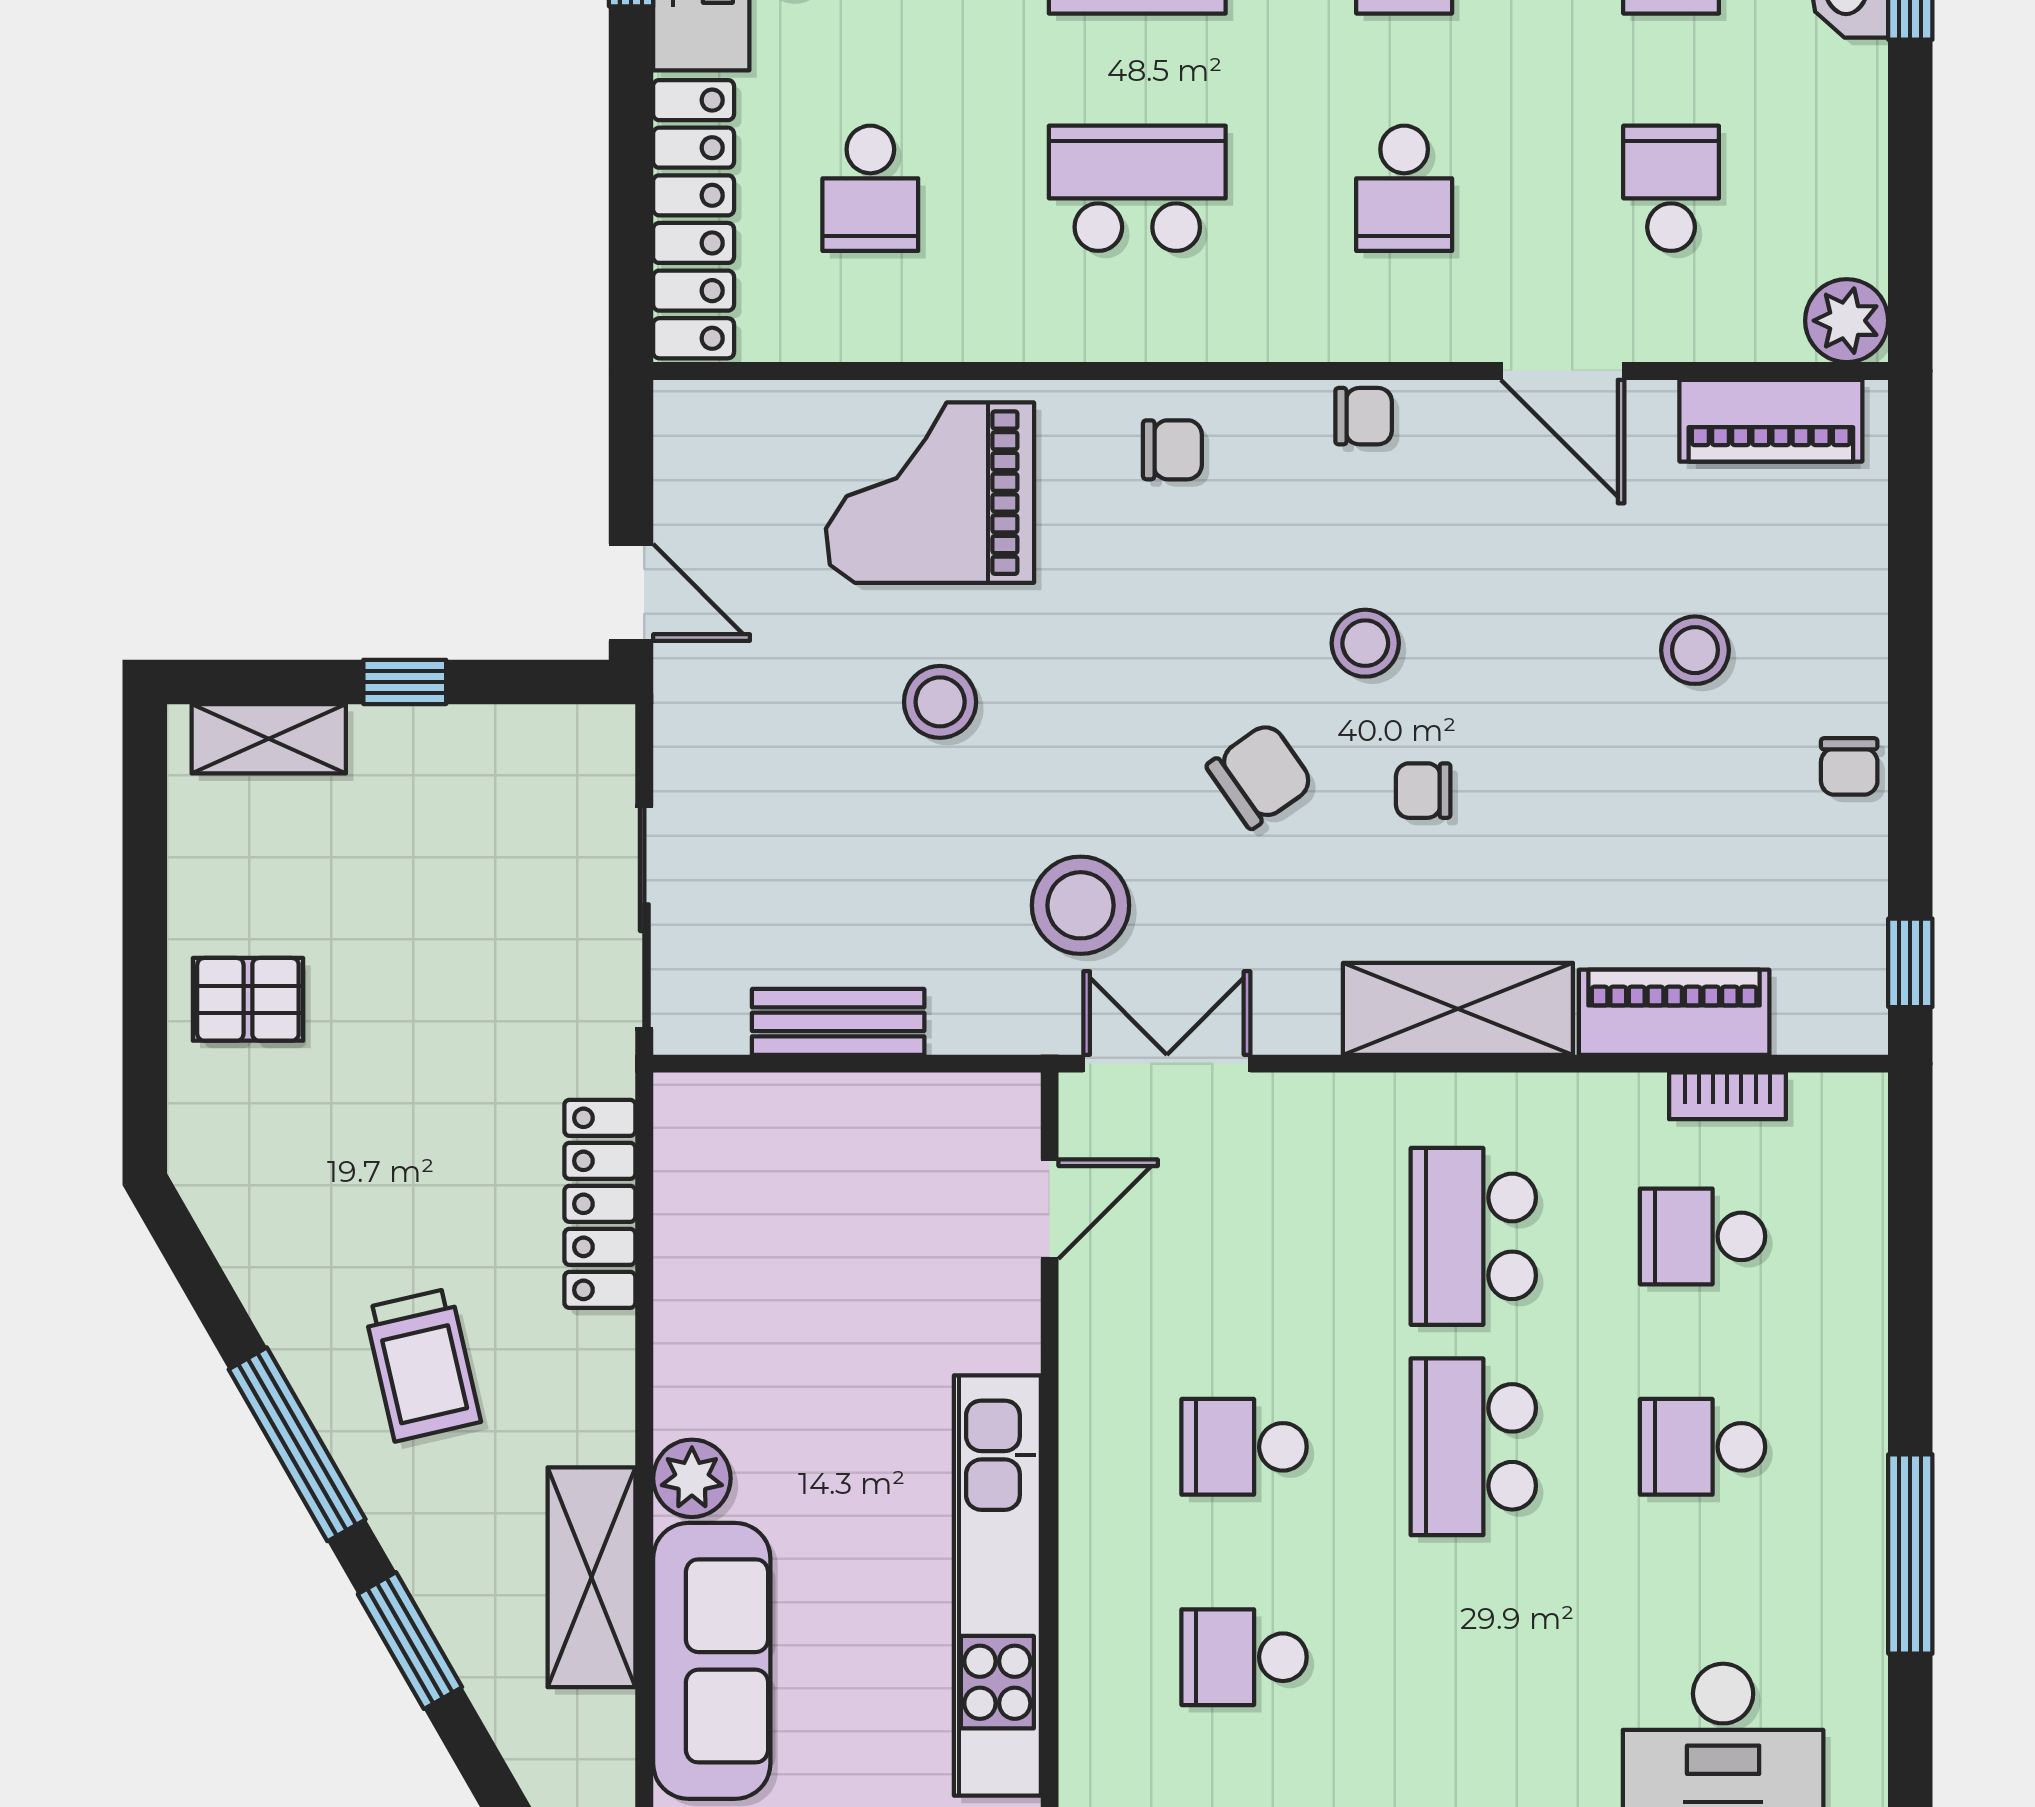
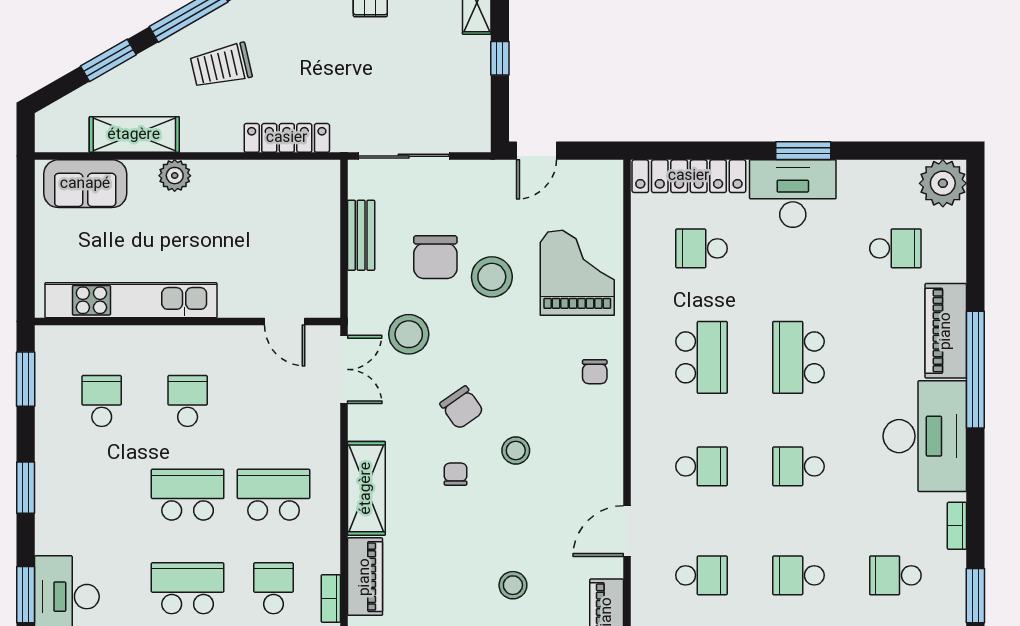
school desk: (1404, 188) -> (701, 466), turned 180
chair: (1364, 416) -> (435, 257), moved, width x1.87, depth x1.87
stool: (940, 702) -> (492, 277), width x1.38, depth x1.38
school desk: (1703, 1447) -> (188, 588), width x1.85
sofa: (712, 1661) -> (85, 184), width x0.73

